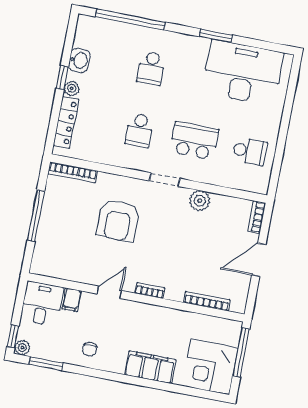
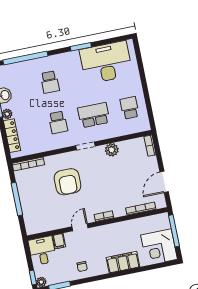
school desk: (250, 151) -> (130, 108), turned -90
door: (259, 260) -> (164, 182), moved

